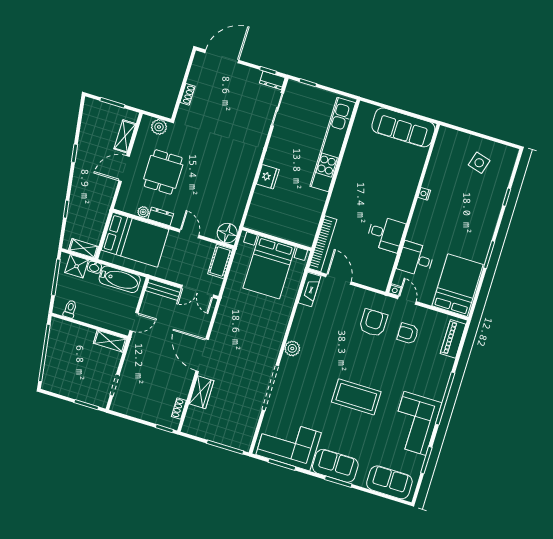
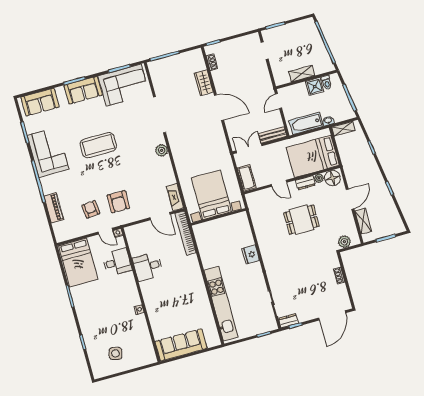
dining table: (163, 172) -> (301, 220), moved, turned 90
floor lamp: (227, 233) -> (333, 178), moved
shower: (77, 266) -> (315, 87), moved
armchair: (408, 333) -> (91, 209), turned -95
piano: (453, 339) -> (54, 208), moved
shelving: (110, 341) -> (302, 74), moved

